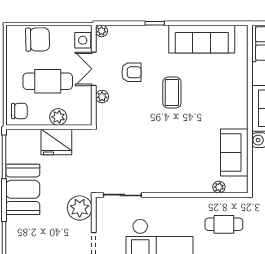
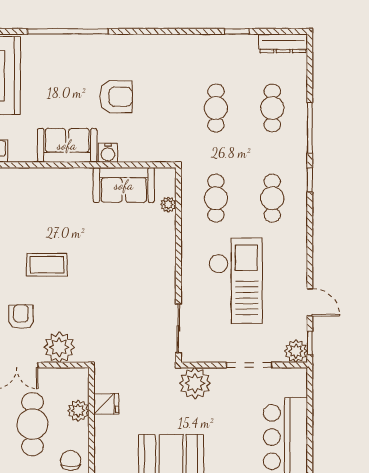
plant: (102, 97) -> (59, 347), width x1.88, depth x1.88
fridge: (56, 142) -> (106, 404), width x0.53, depth x0.75

